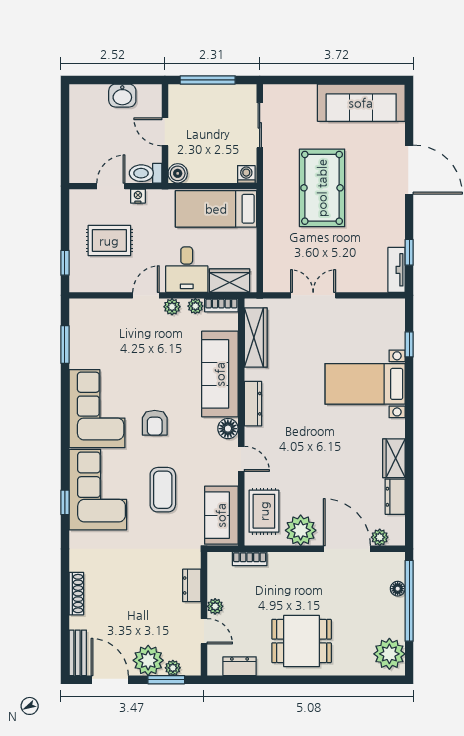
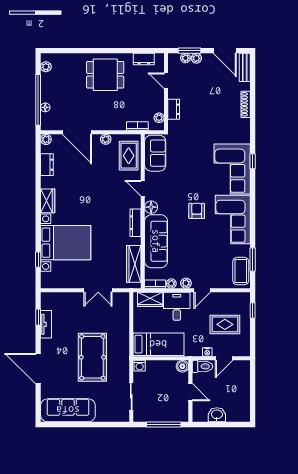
tv unit: (396, 270) -> (46, 324), moved
bed with nightstands: (365, 384) -> (66, 243), width x1.36
wardrobe: (394, 458) -> (48, 201), moved
coffee table: (163, 490) -> (241, 271), moved
plant: (301, 530) -> (106, 139), width x0.53, depth x0.53
plant: (380, 537) -> (46, 139), moved
plant: (215, 606) -> (159, 118), moved
plant: (389, 654) -> (46, 67), width x0.53, depth x0.53
plant: (148, 660) -> (196, 58), width x0.53, depth x0.53

